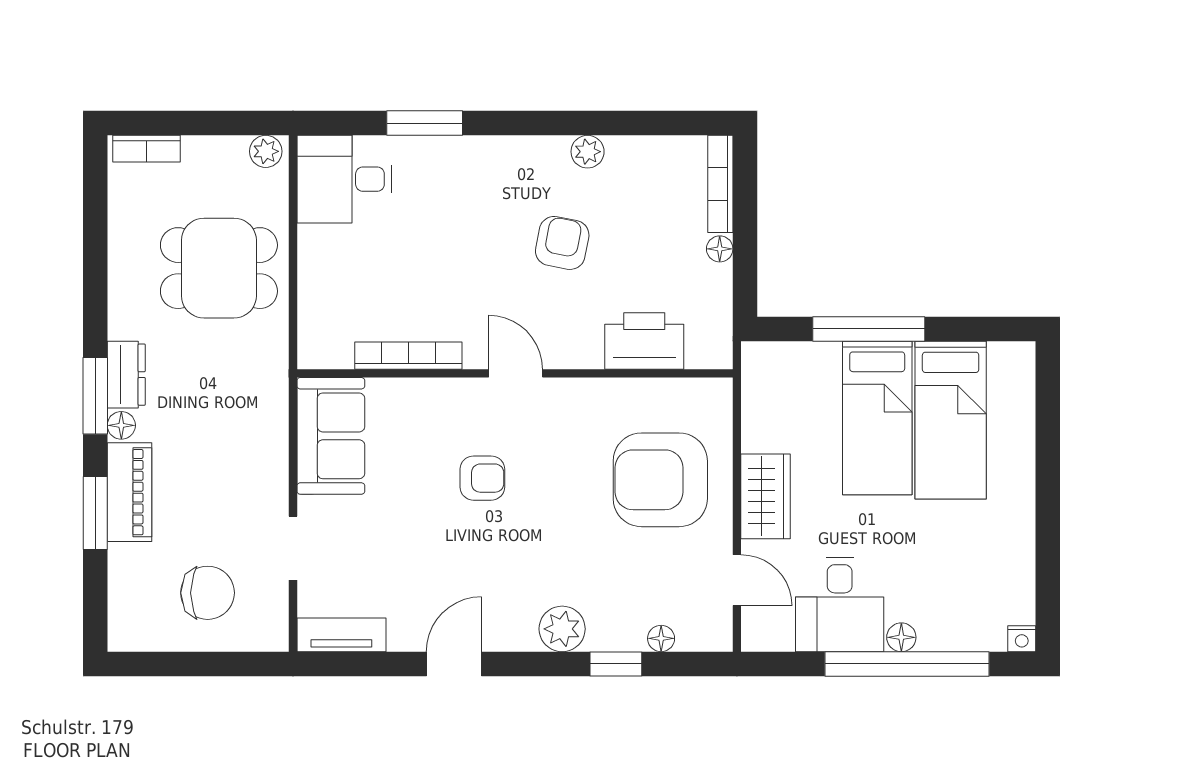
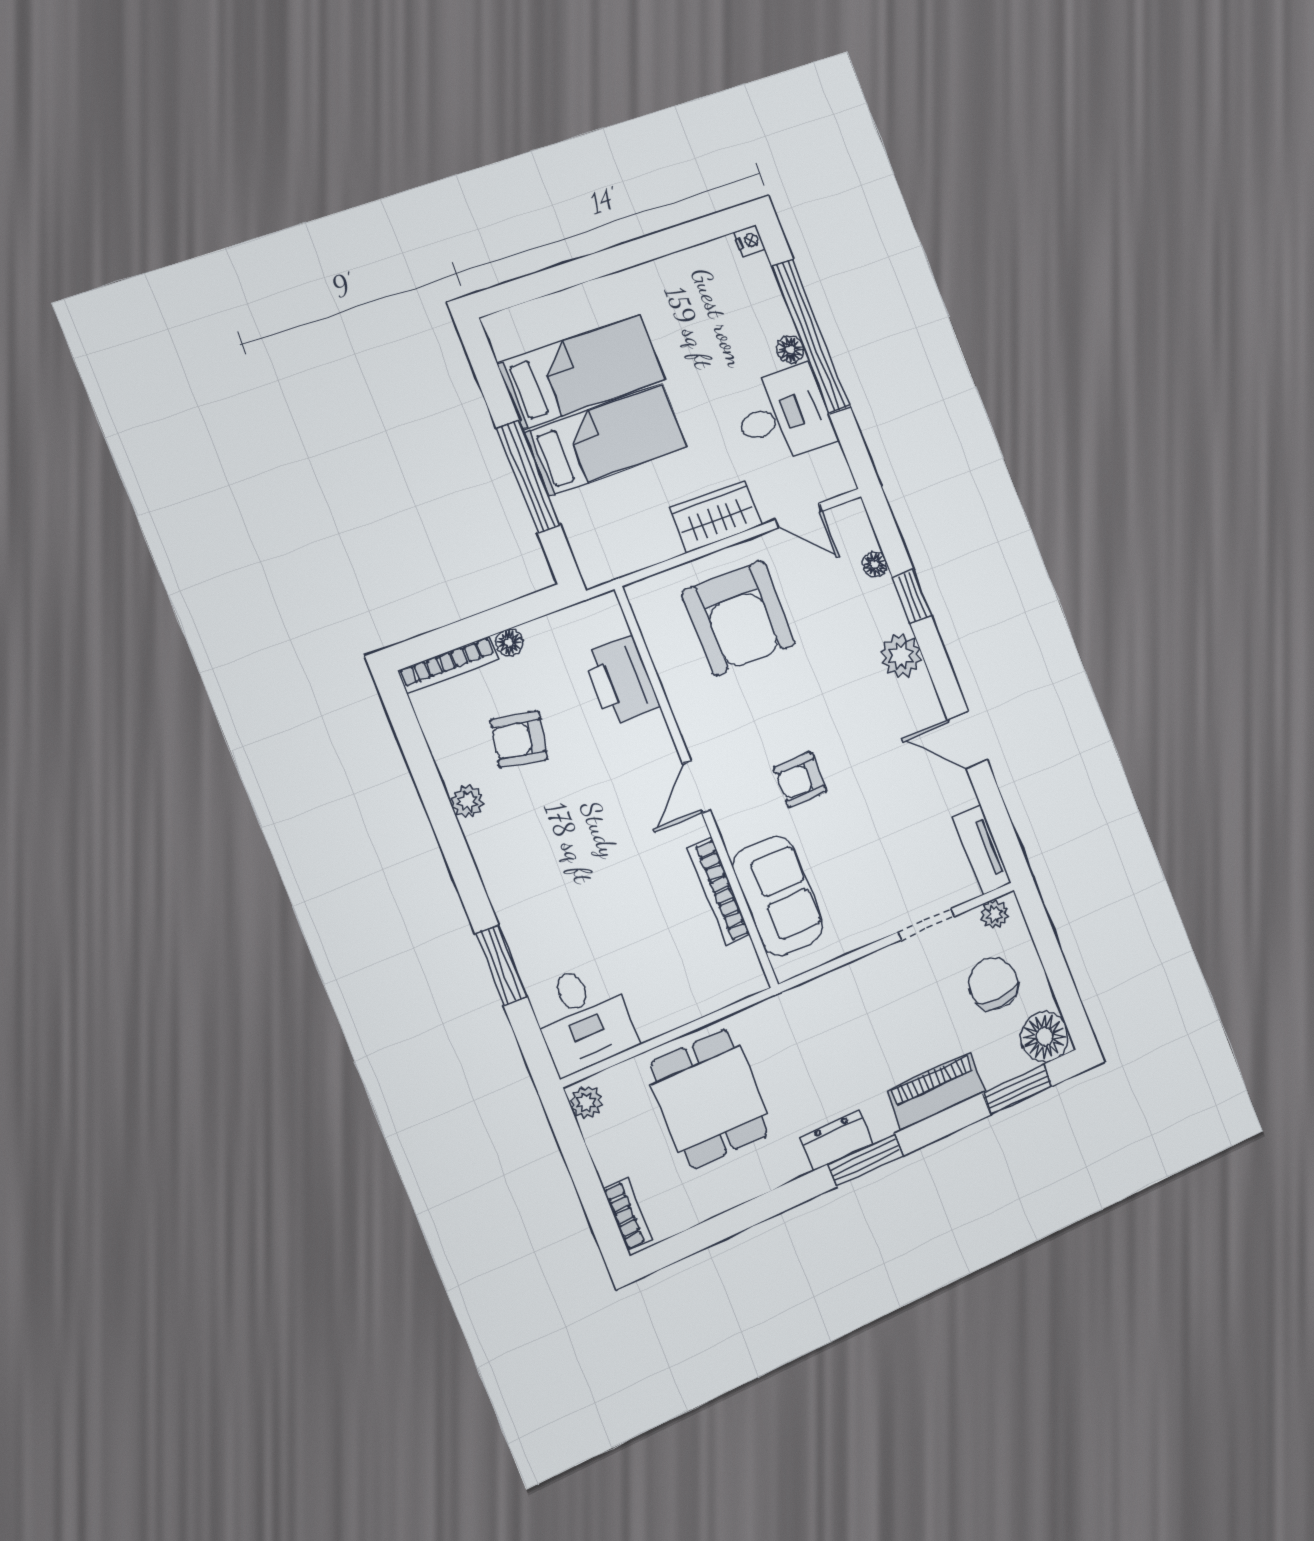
armchair: (562, 243) -> (519, 739), moved
floor lamp: (121, 425) -> (1045, 1037), moved, width x1.89, depth x1.89
sofa: (331, 436) -> (778, 896), moved, turned 90
armchair: (482, 478) -> (800, 780), turned -90
window: (95, 513) -> (1017, 1089), moved
door: (737, 580) -> (799, 515), swing flipped
plant: (274, 622) -> (994, 914), added

